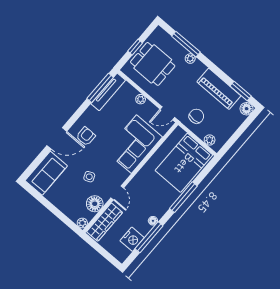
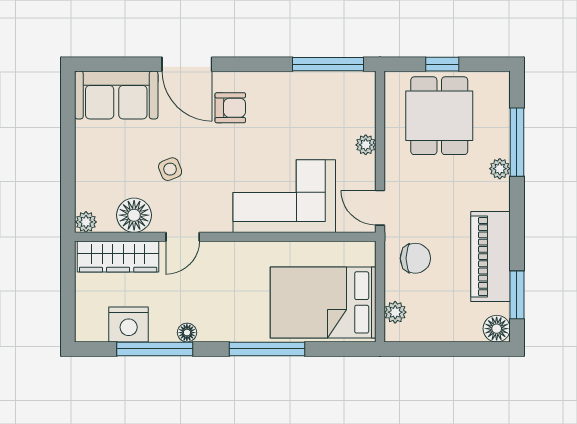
tv unit: (108, 92) -> (333, 83), removed

